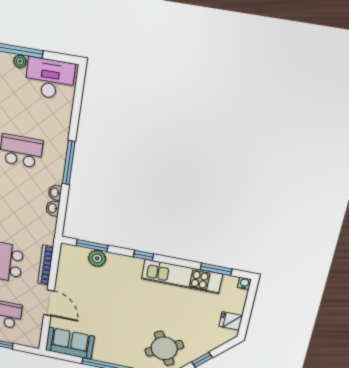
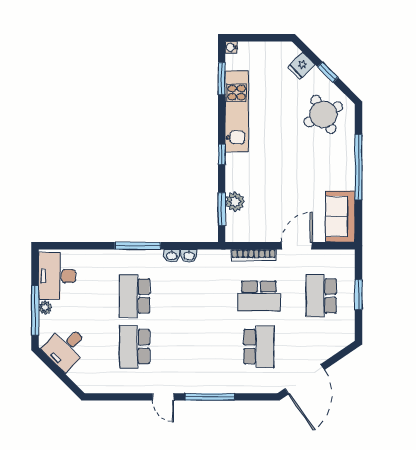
fridge: (231, 321) -> (301, 66), moved, turned 45

